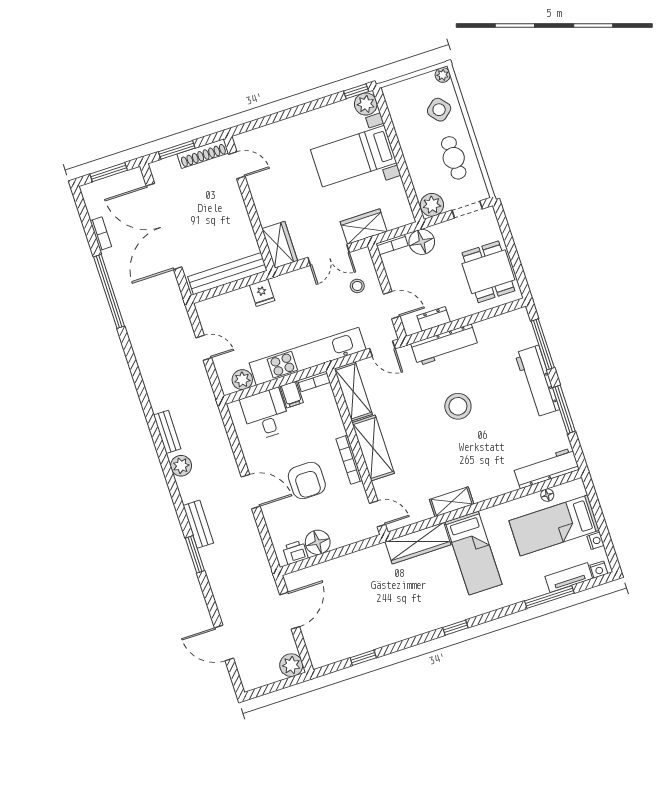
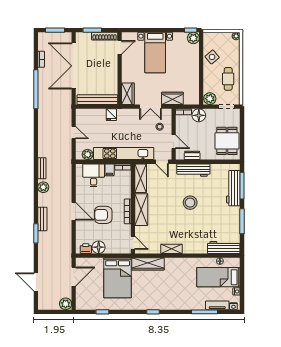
side table: (439, 110) -> (212, 57), moved
bed with nightstands: (354, 156) -> (155, 52), moved, turned -90
door: (237, 165) -> (120, 47), hinge flipped
workbench: (537, 381) -> (233, 188), moved
armchair: (307, 480) -> (103, 215), turned 90
bed: (474, 553) -> (118, 278), moved, width x1.50

